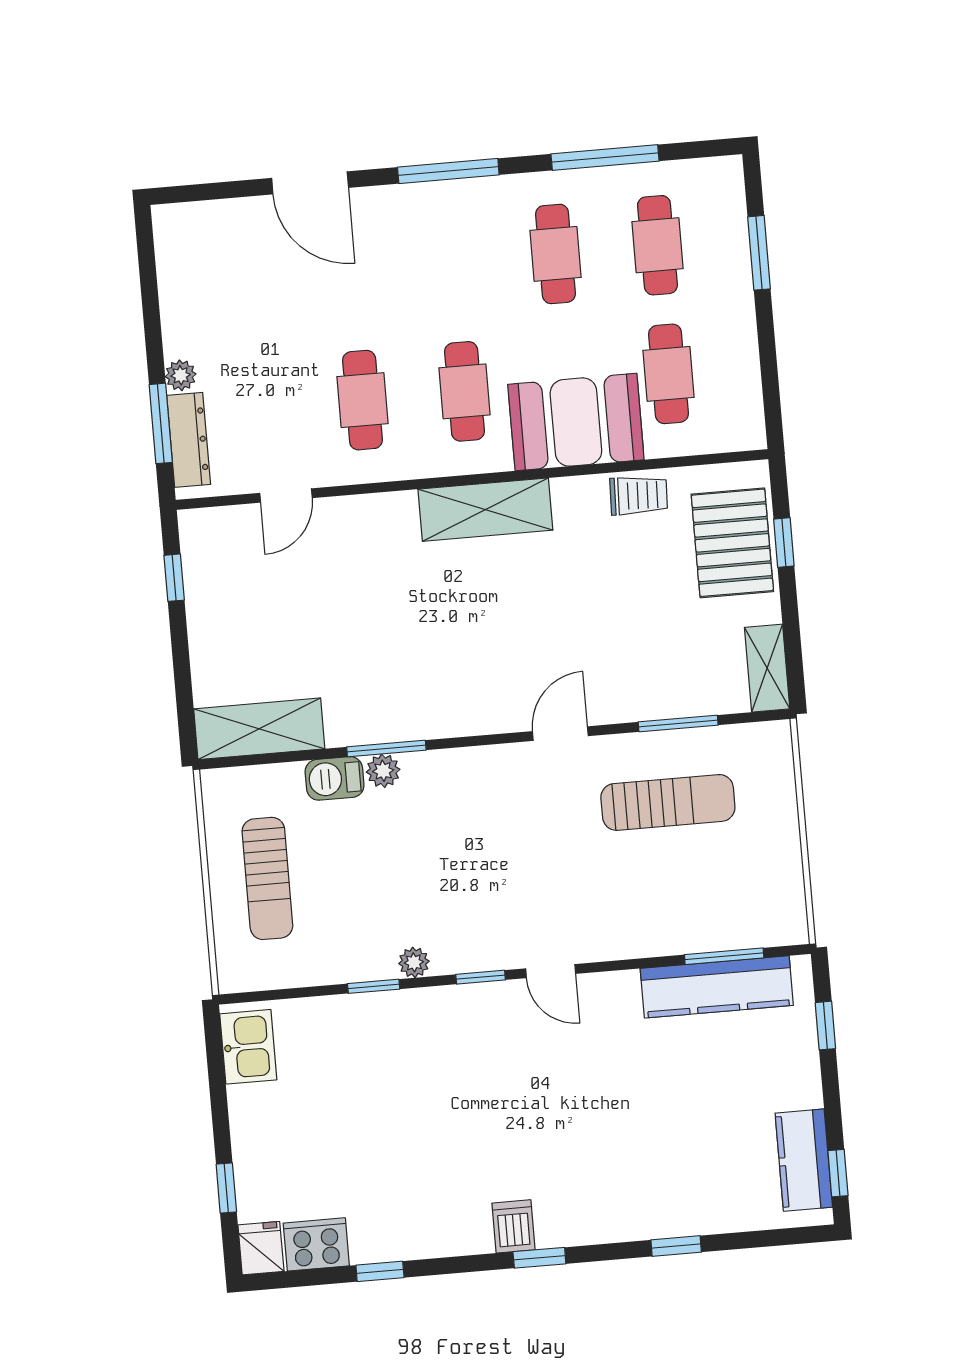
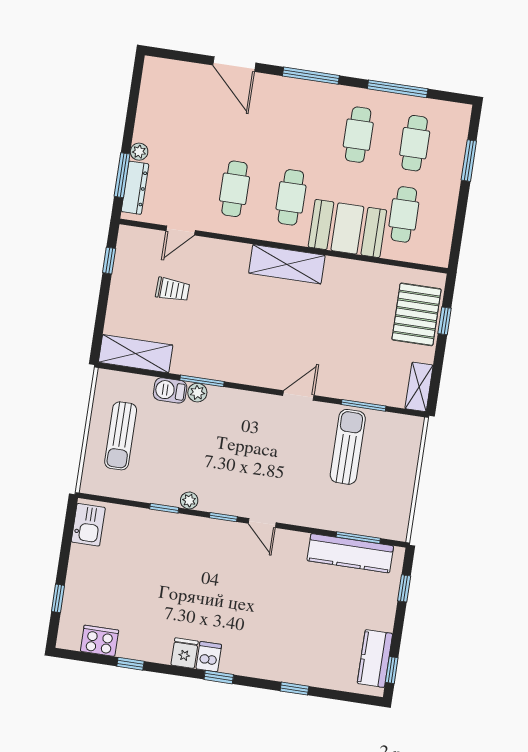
trolley: (639, 495) -> (173, 290), moved
sun lounger: (668, 802) -> (348, 447), turned -90
fridge: (261, 1248) -> (185, 653), moved

